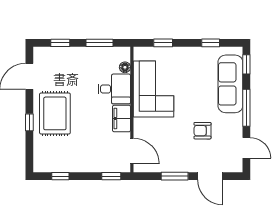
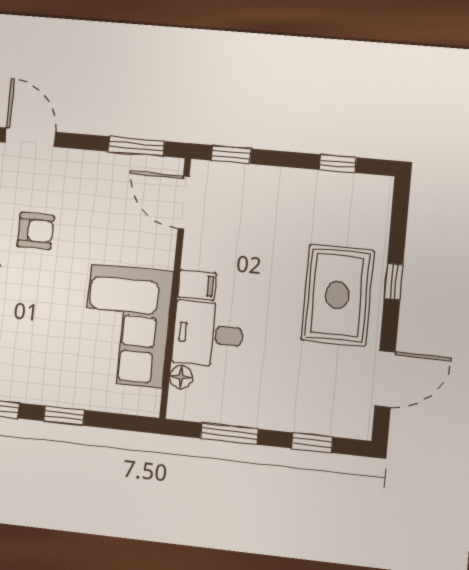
window: (163, 43) -> (64, 416), moved
filing cabinet: (122, 118) -> (197, 285), width x0.50
window: (175, 176) -> (136, 146), moved

